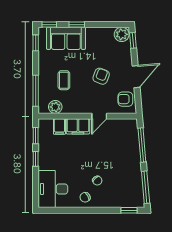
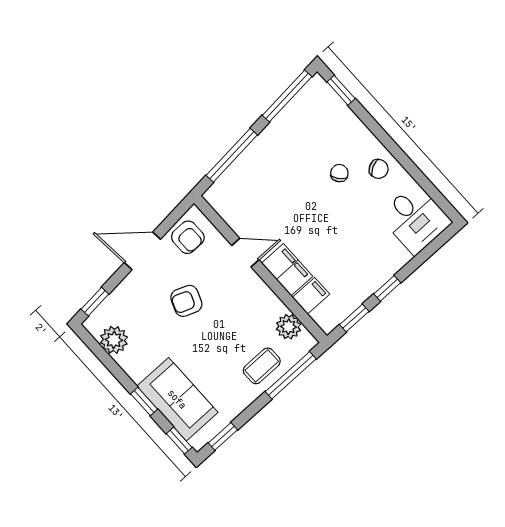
plant: (122, 34) -> (114, 340), moved
coffee table: (64, 80) -> (262, 366), moved
desk: (53, 189) -> (415, 219), width x0.73

